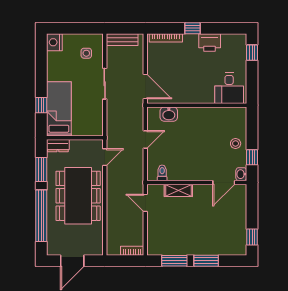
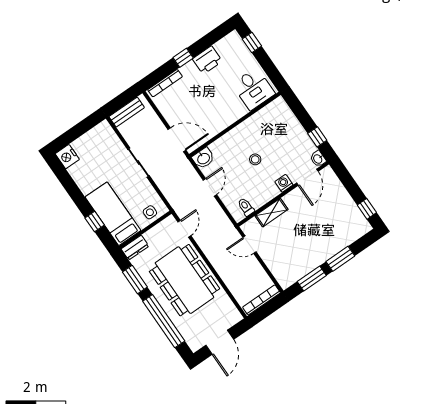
side table: (86, 53) -> (150, 212), moved
washbasin: (169, 114) -> (203, 158), moved
stool: (236, 143) -> (255, 159), moved
washing machine: (203, 175) -> (284, 183), added
bookcase: (132, 251) -> (262, 300), width x1.56

